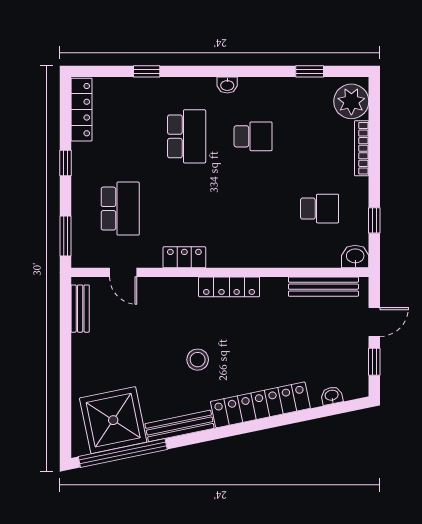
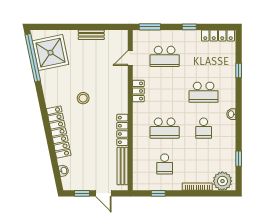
school desk: (253, 209) -> (165, 128), added
washbasin: (355, 257) -> (139, 183), removed
locker: (229, 287) -> (122, 130), moved
bench: (80, 309) -> (91, 35), moved
bench: (180, 426) -> (47, 88), removed

